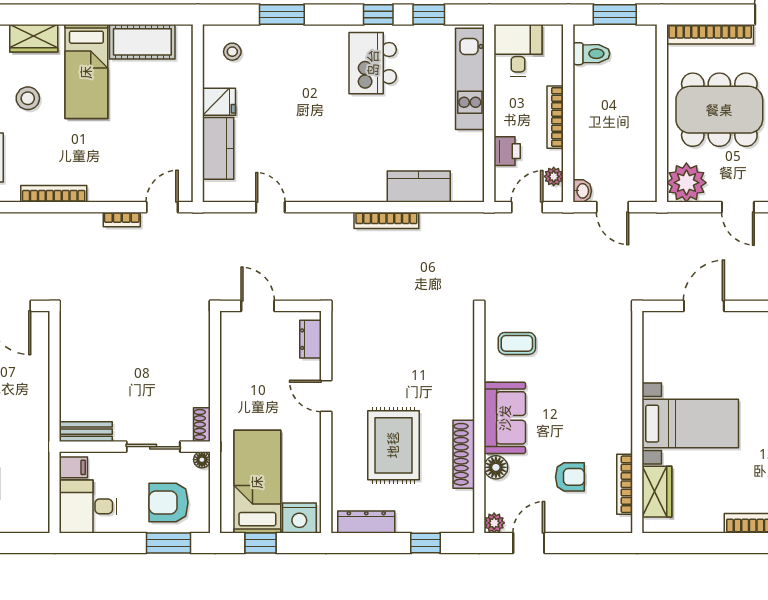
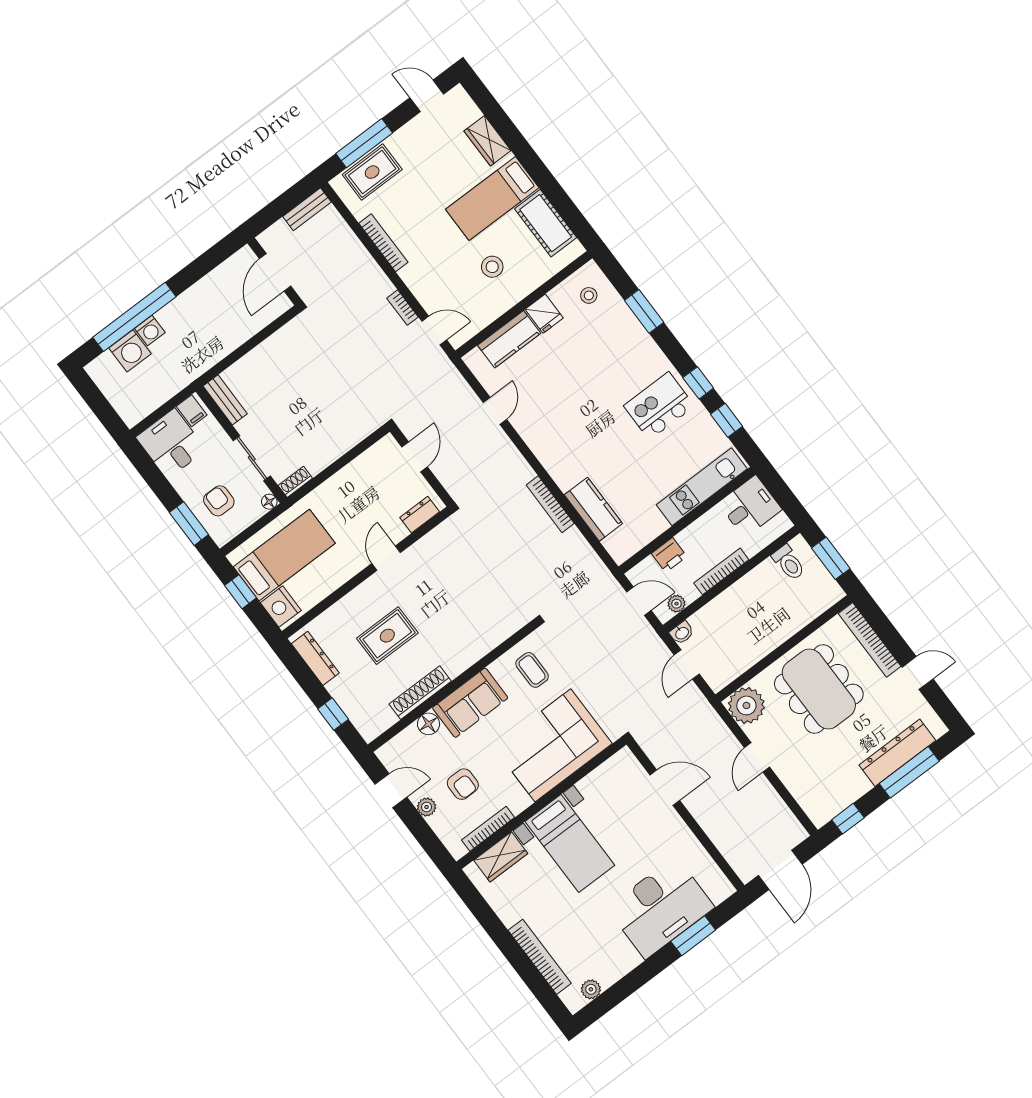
stool: (28, 98) -> (492, 267), moved
corner sofa: (595, 375) -> (553, 745), added
rug: (393, 445) -> (387, 636), width x0.73, depth x0.70
armchair: (168, 502) -> (219, 501), width x0.72, depth x0.72
plant: (494, 523) -> (427, 807), moved

